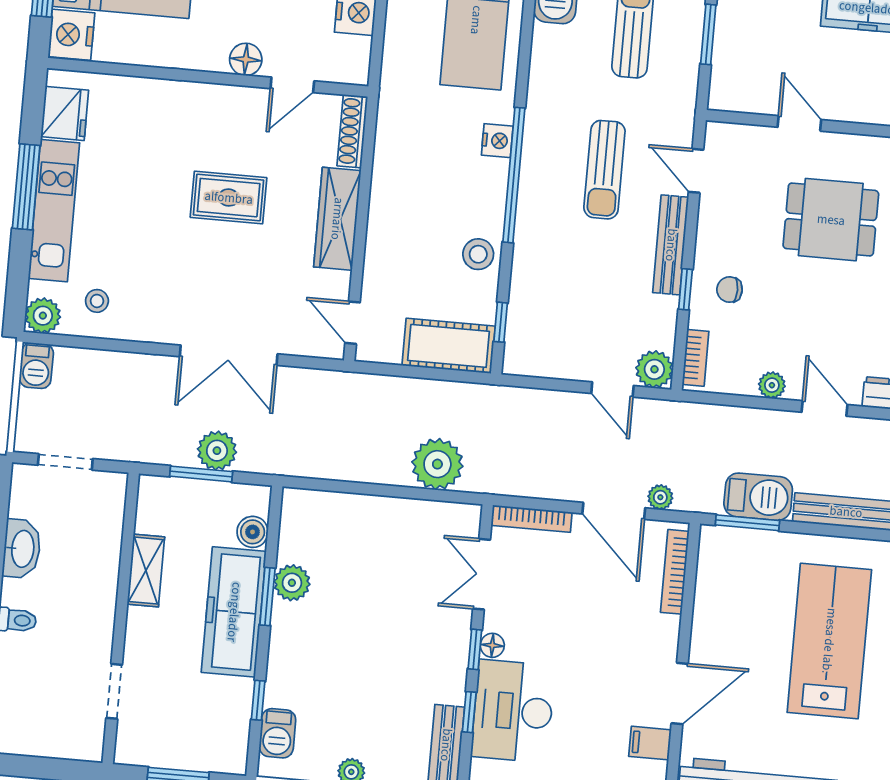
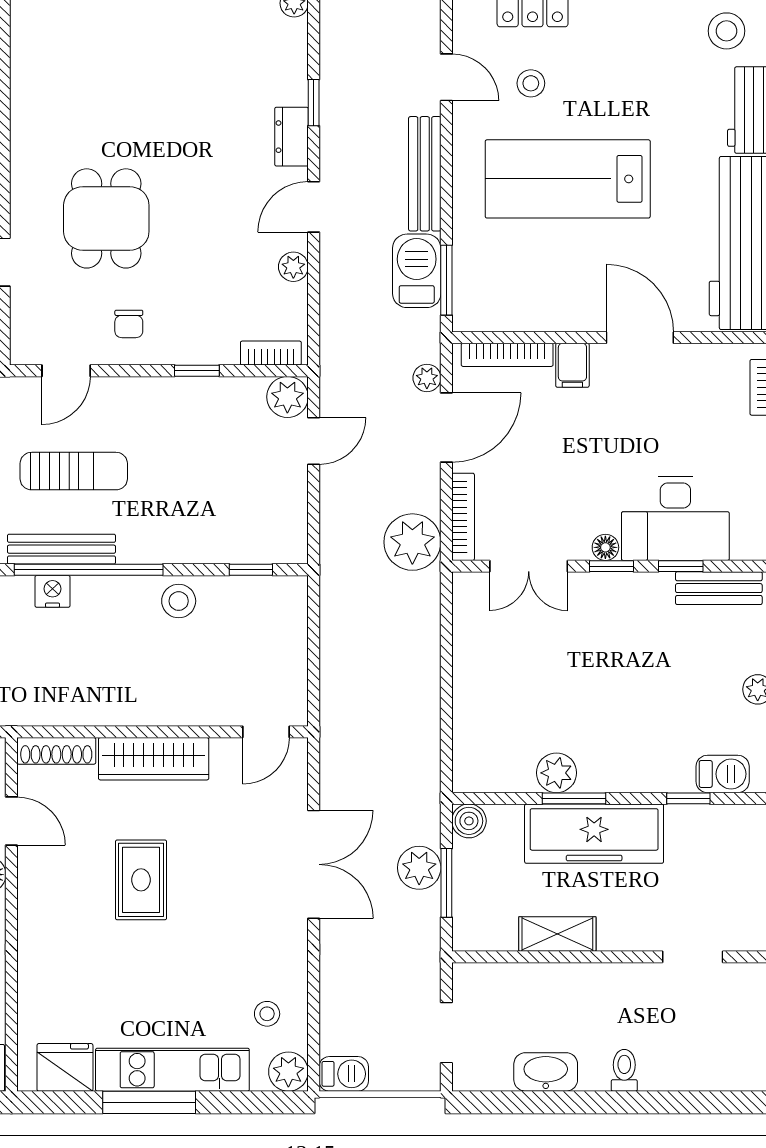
bench: (671, 245) -> (61, 549), moved
chair: (730, 290) -> (129, 324), moved
cot: (449, 346) -> (282, 625), removed
plant: (437, 464) -> (412, 542), moved
boiler: (253, 532) -> (469, 821), moved
filing cabinet: (650, 743) -> (572, 365), moved

